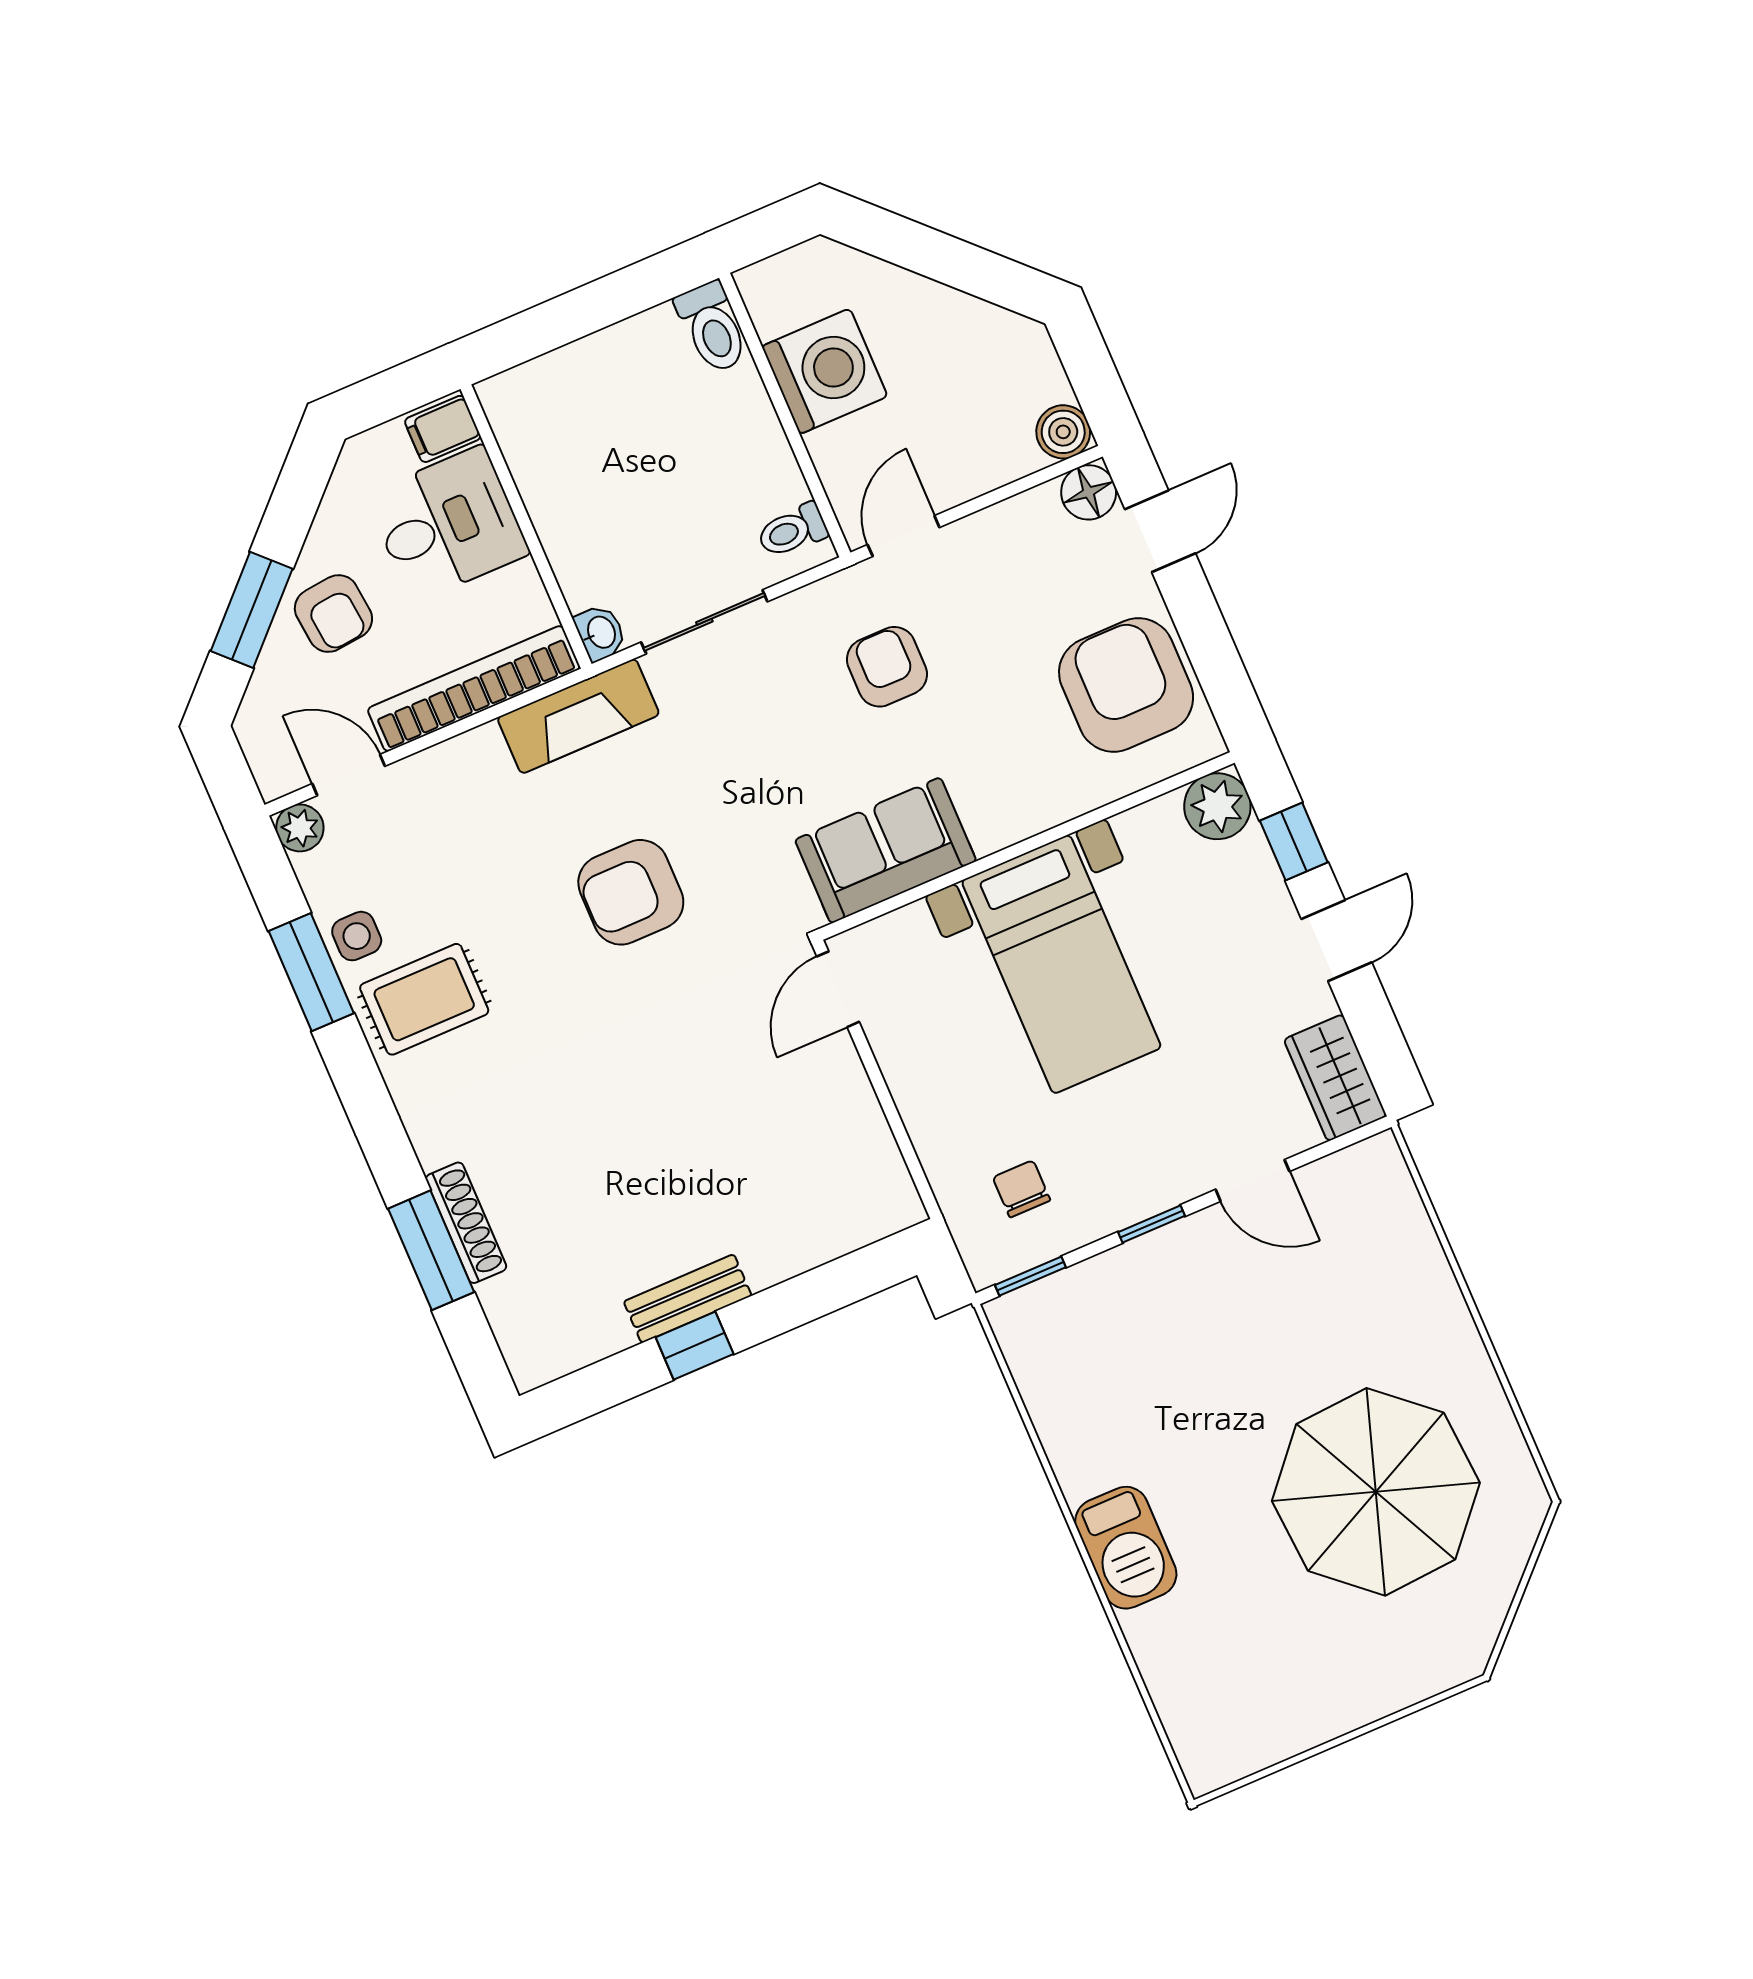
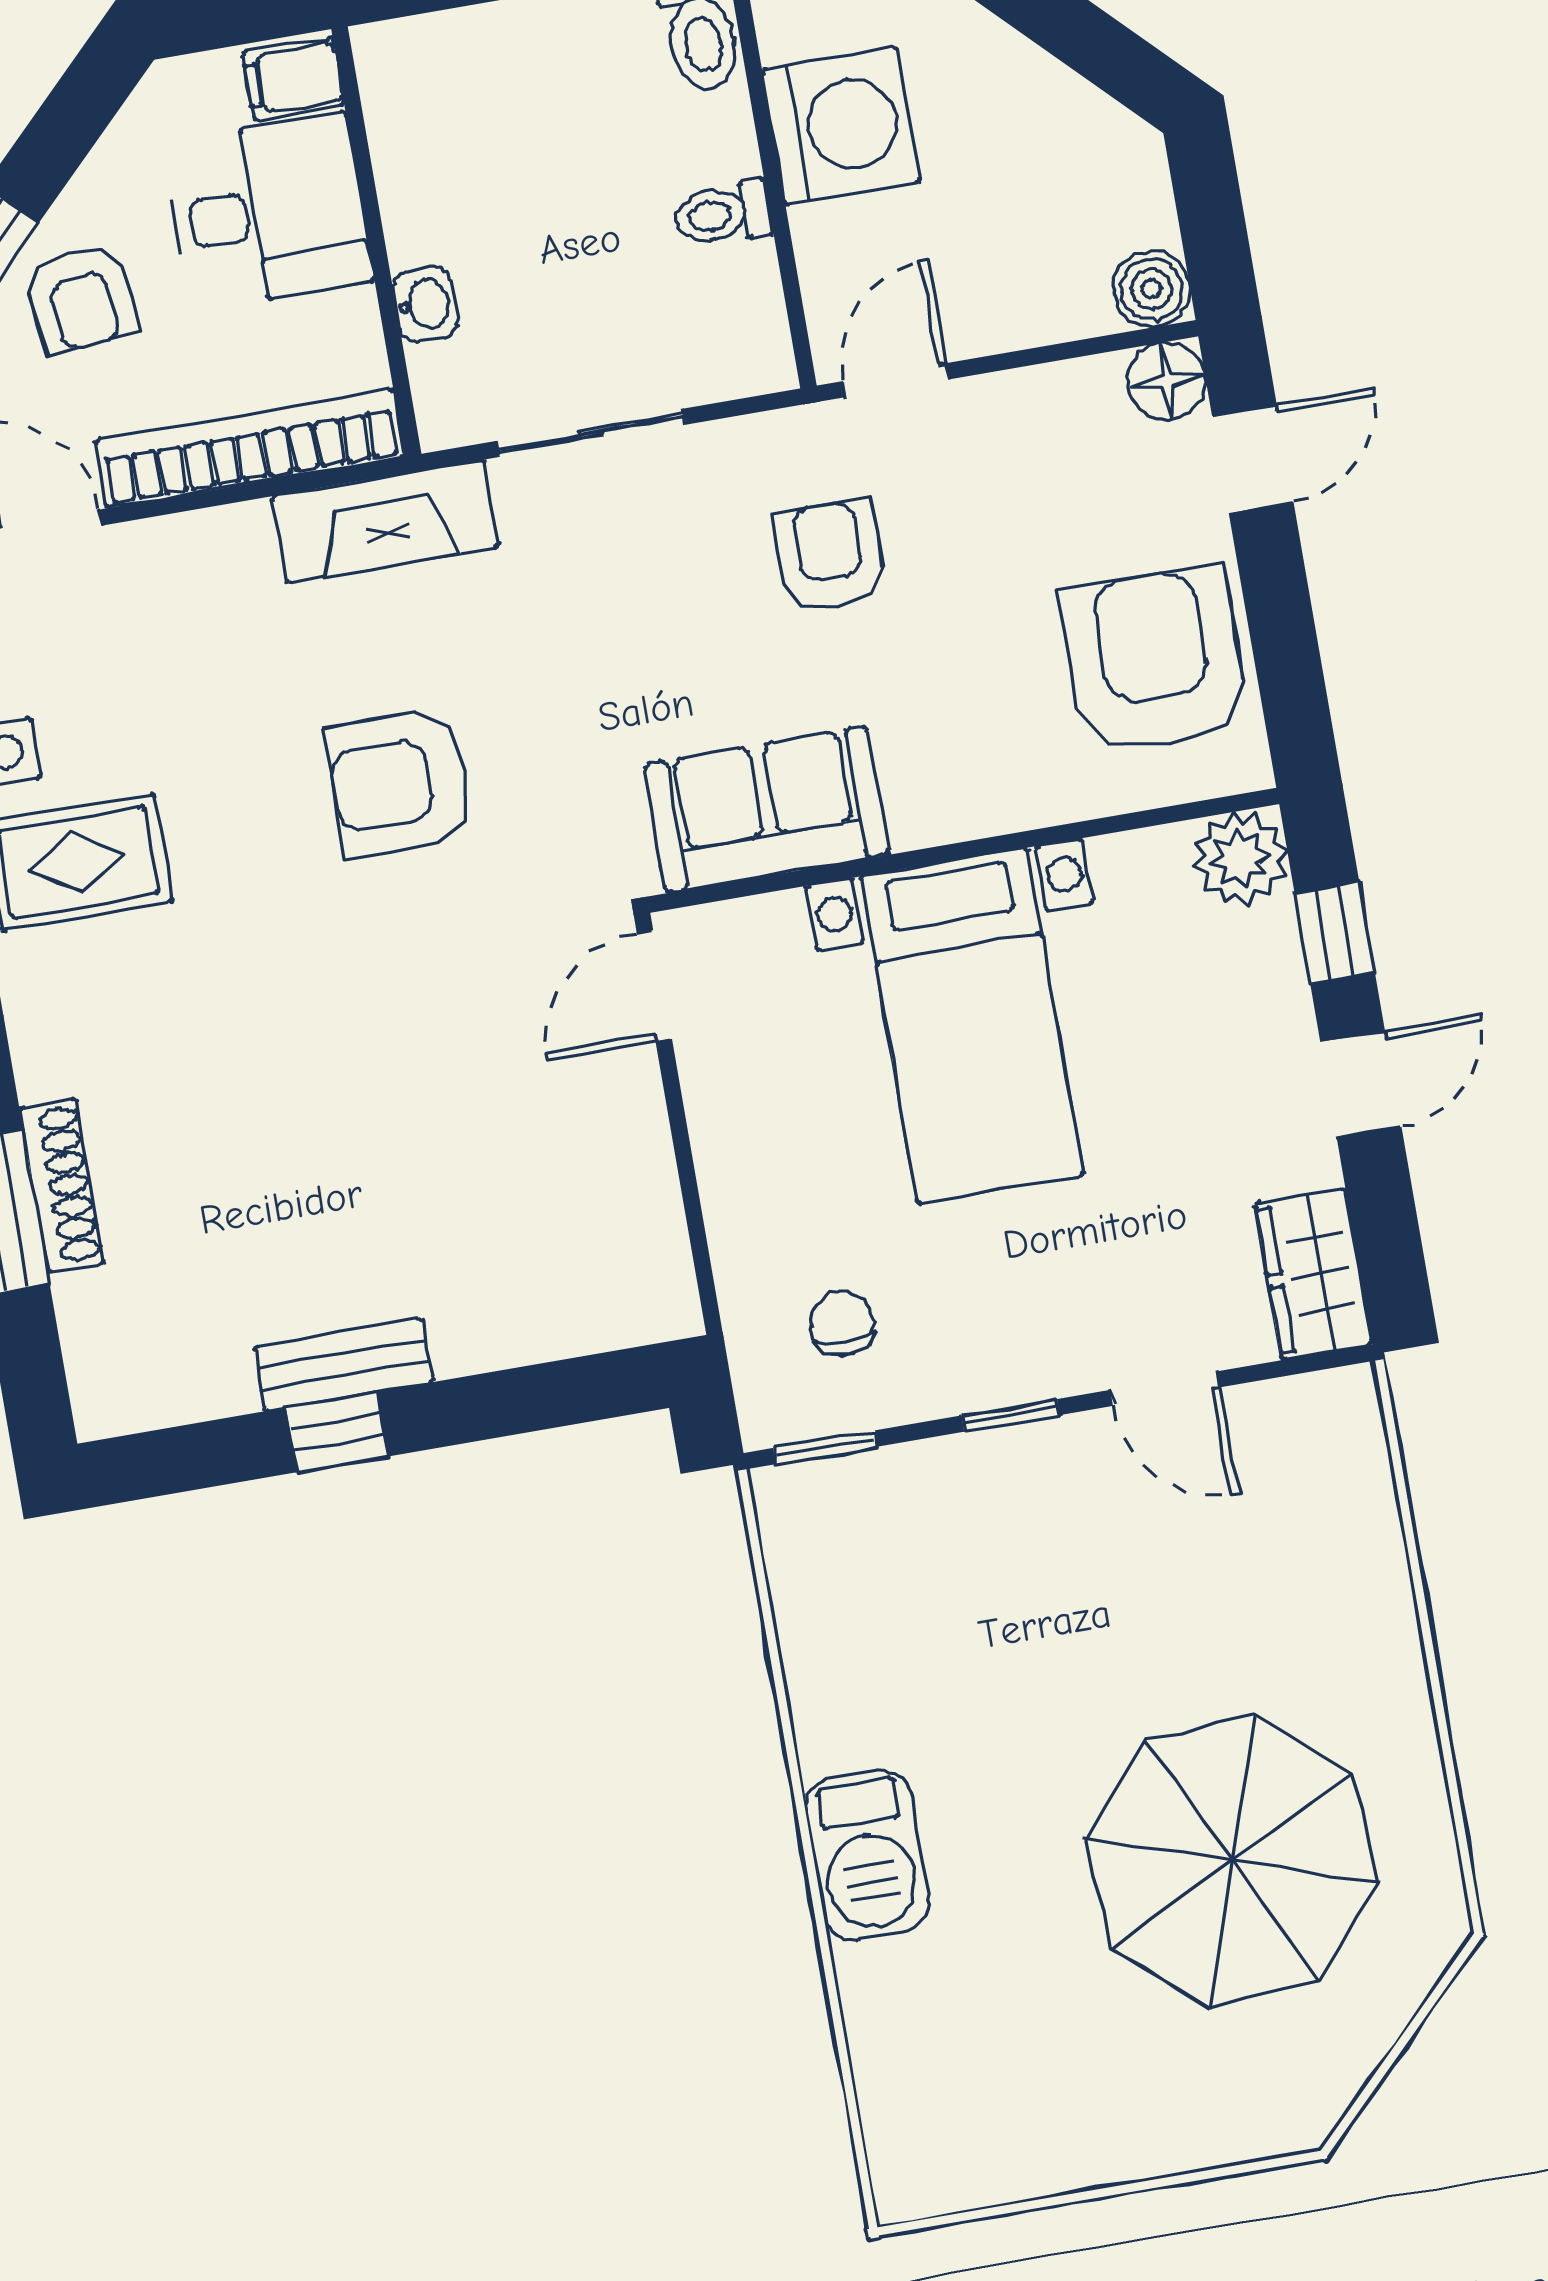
toilet: (792, 531) -> (723, 214), moved
washbasin: (600, 633) -> (425, 304), moved

